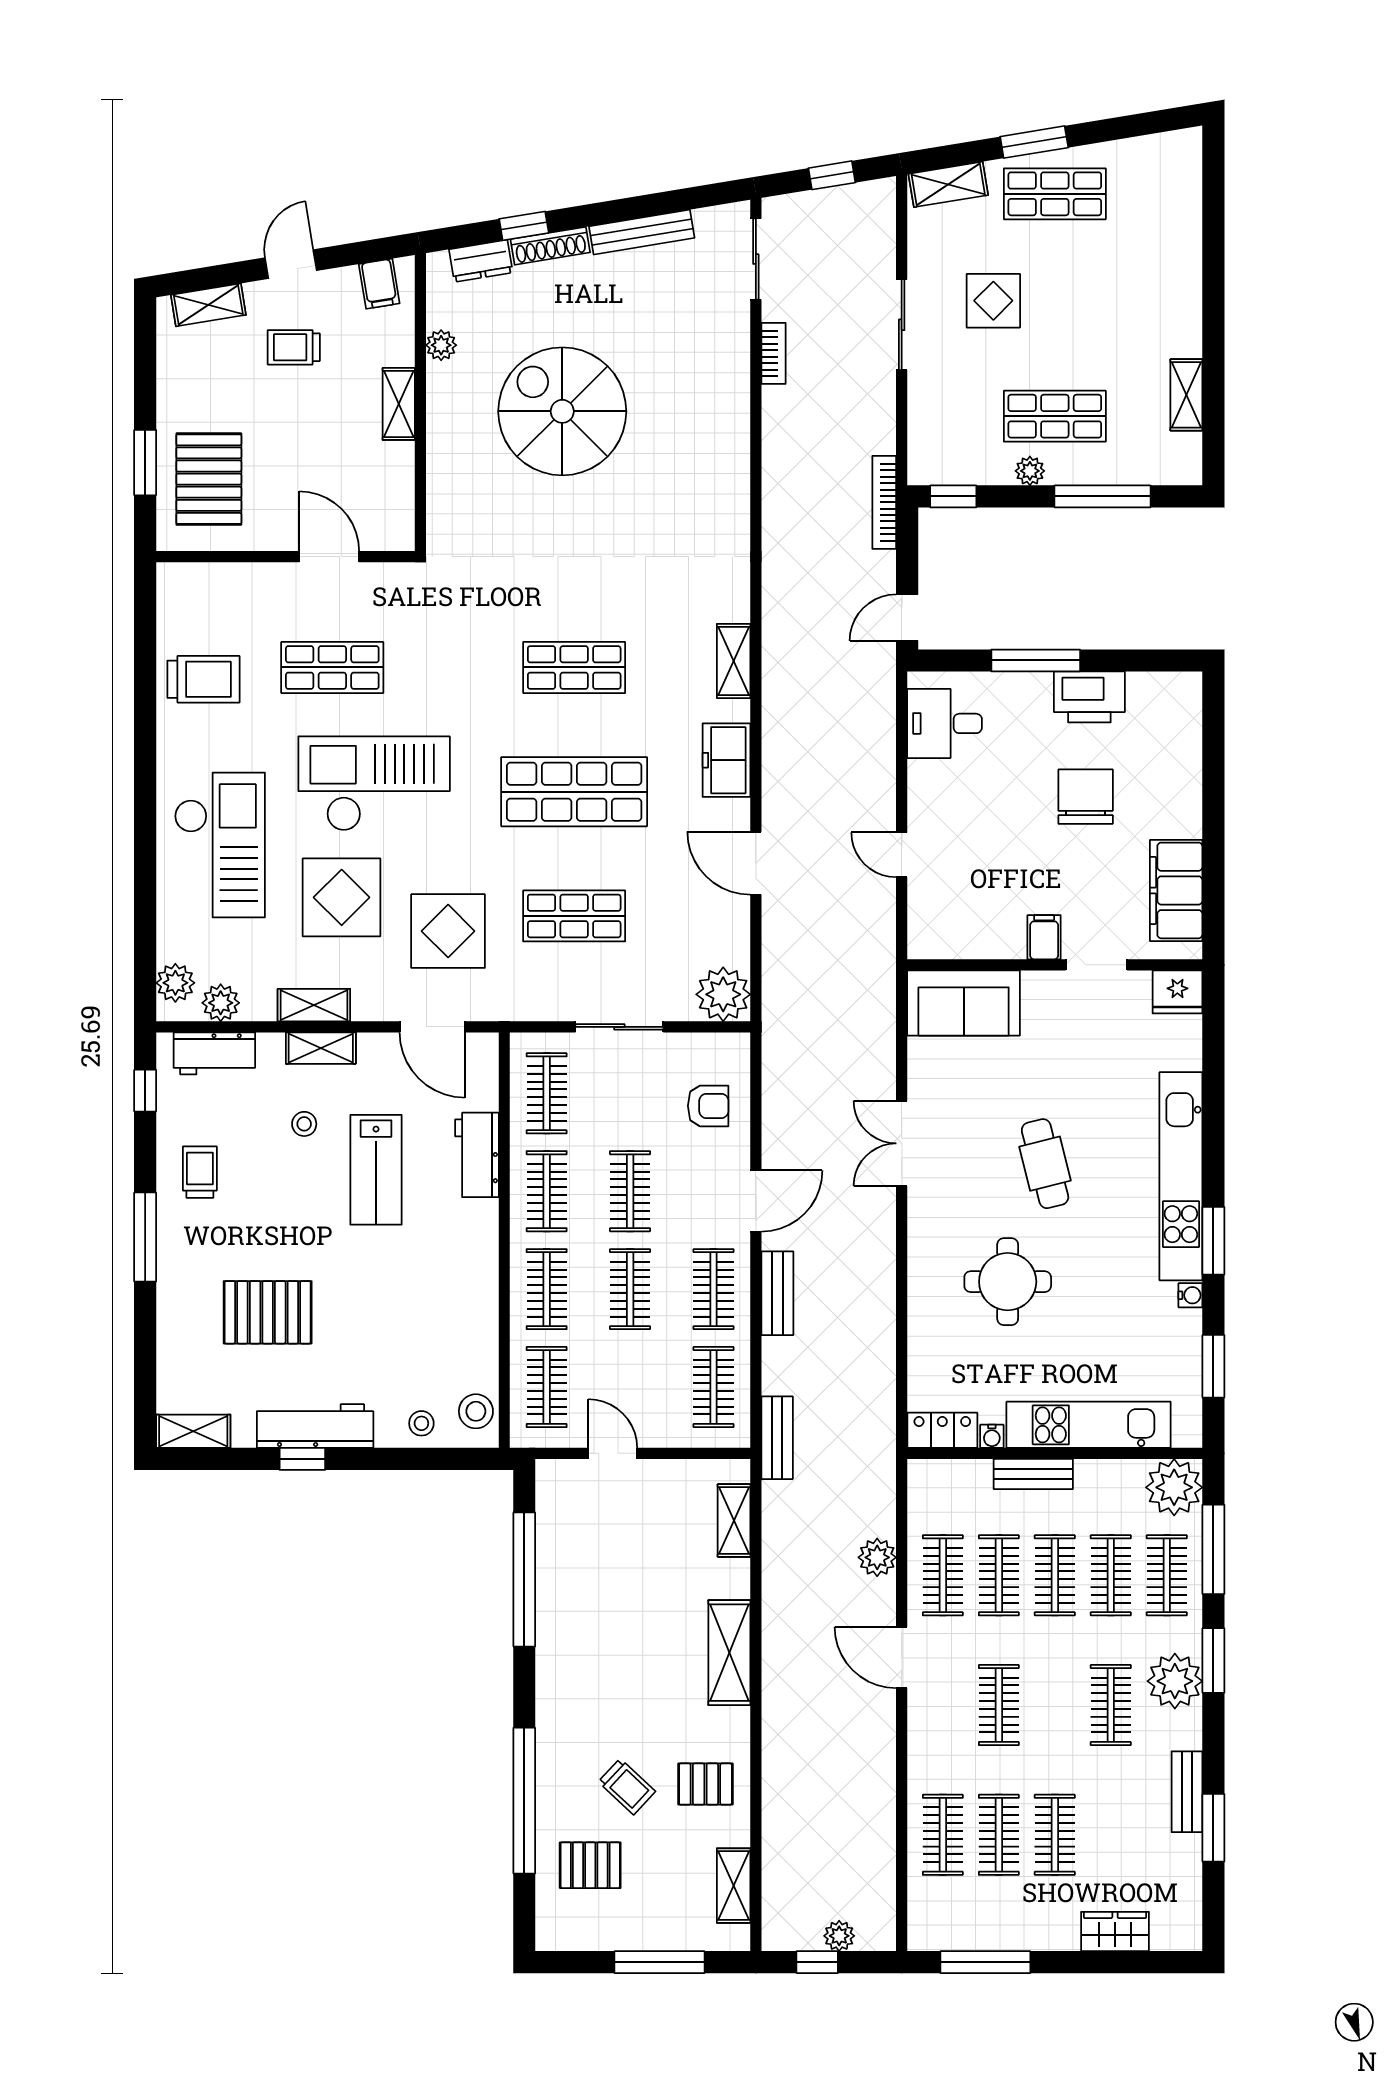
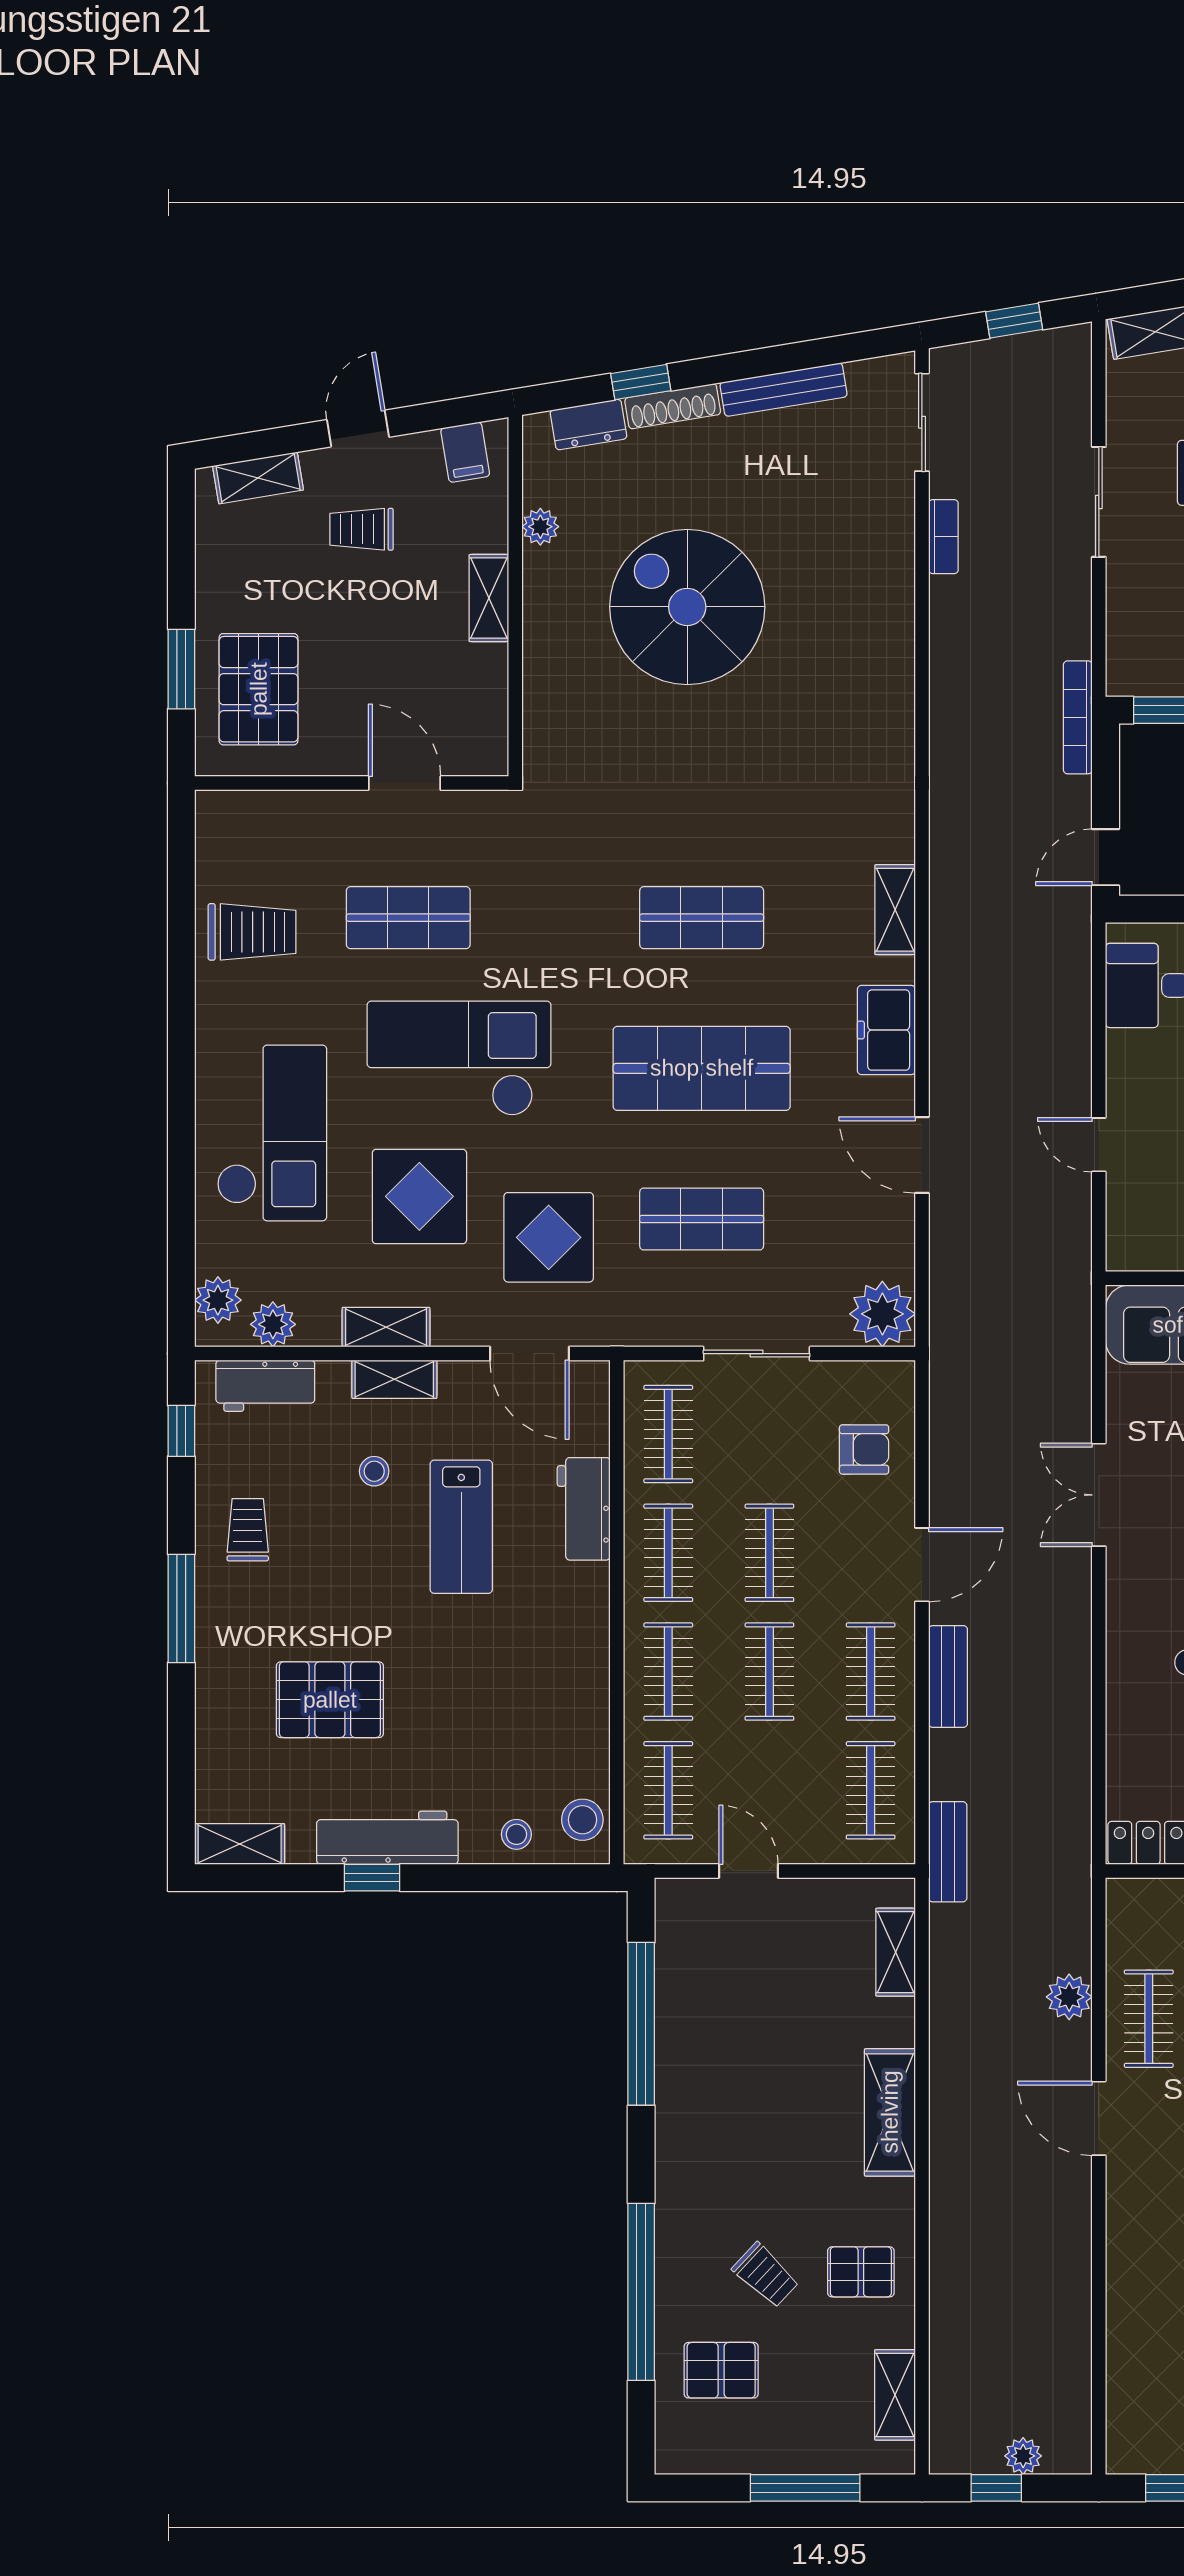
clothes rail: (943, 1835) -> (1149, 2333), removed

